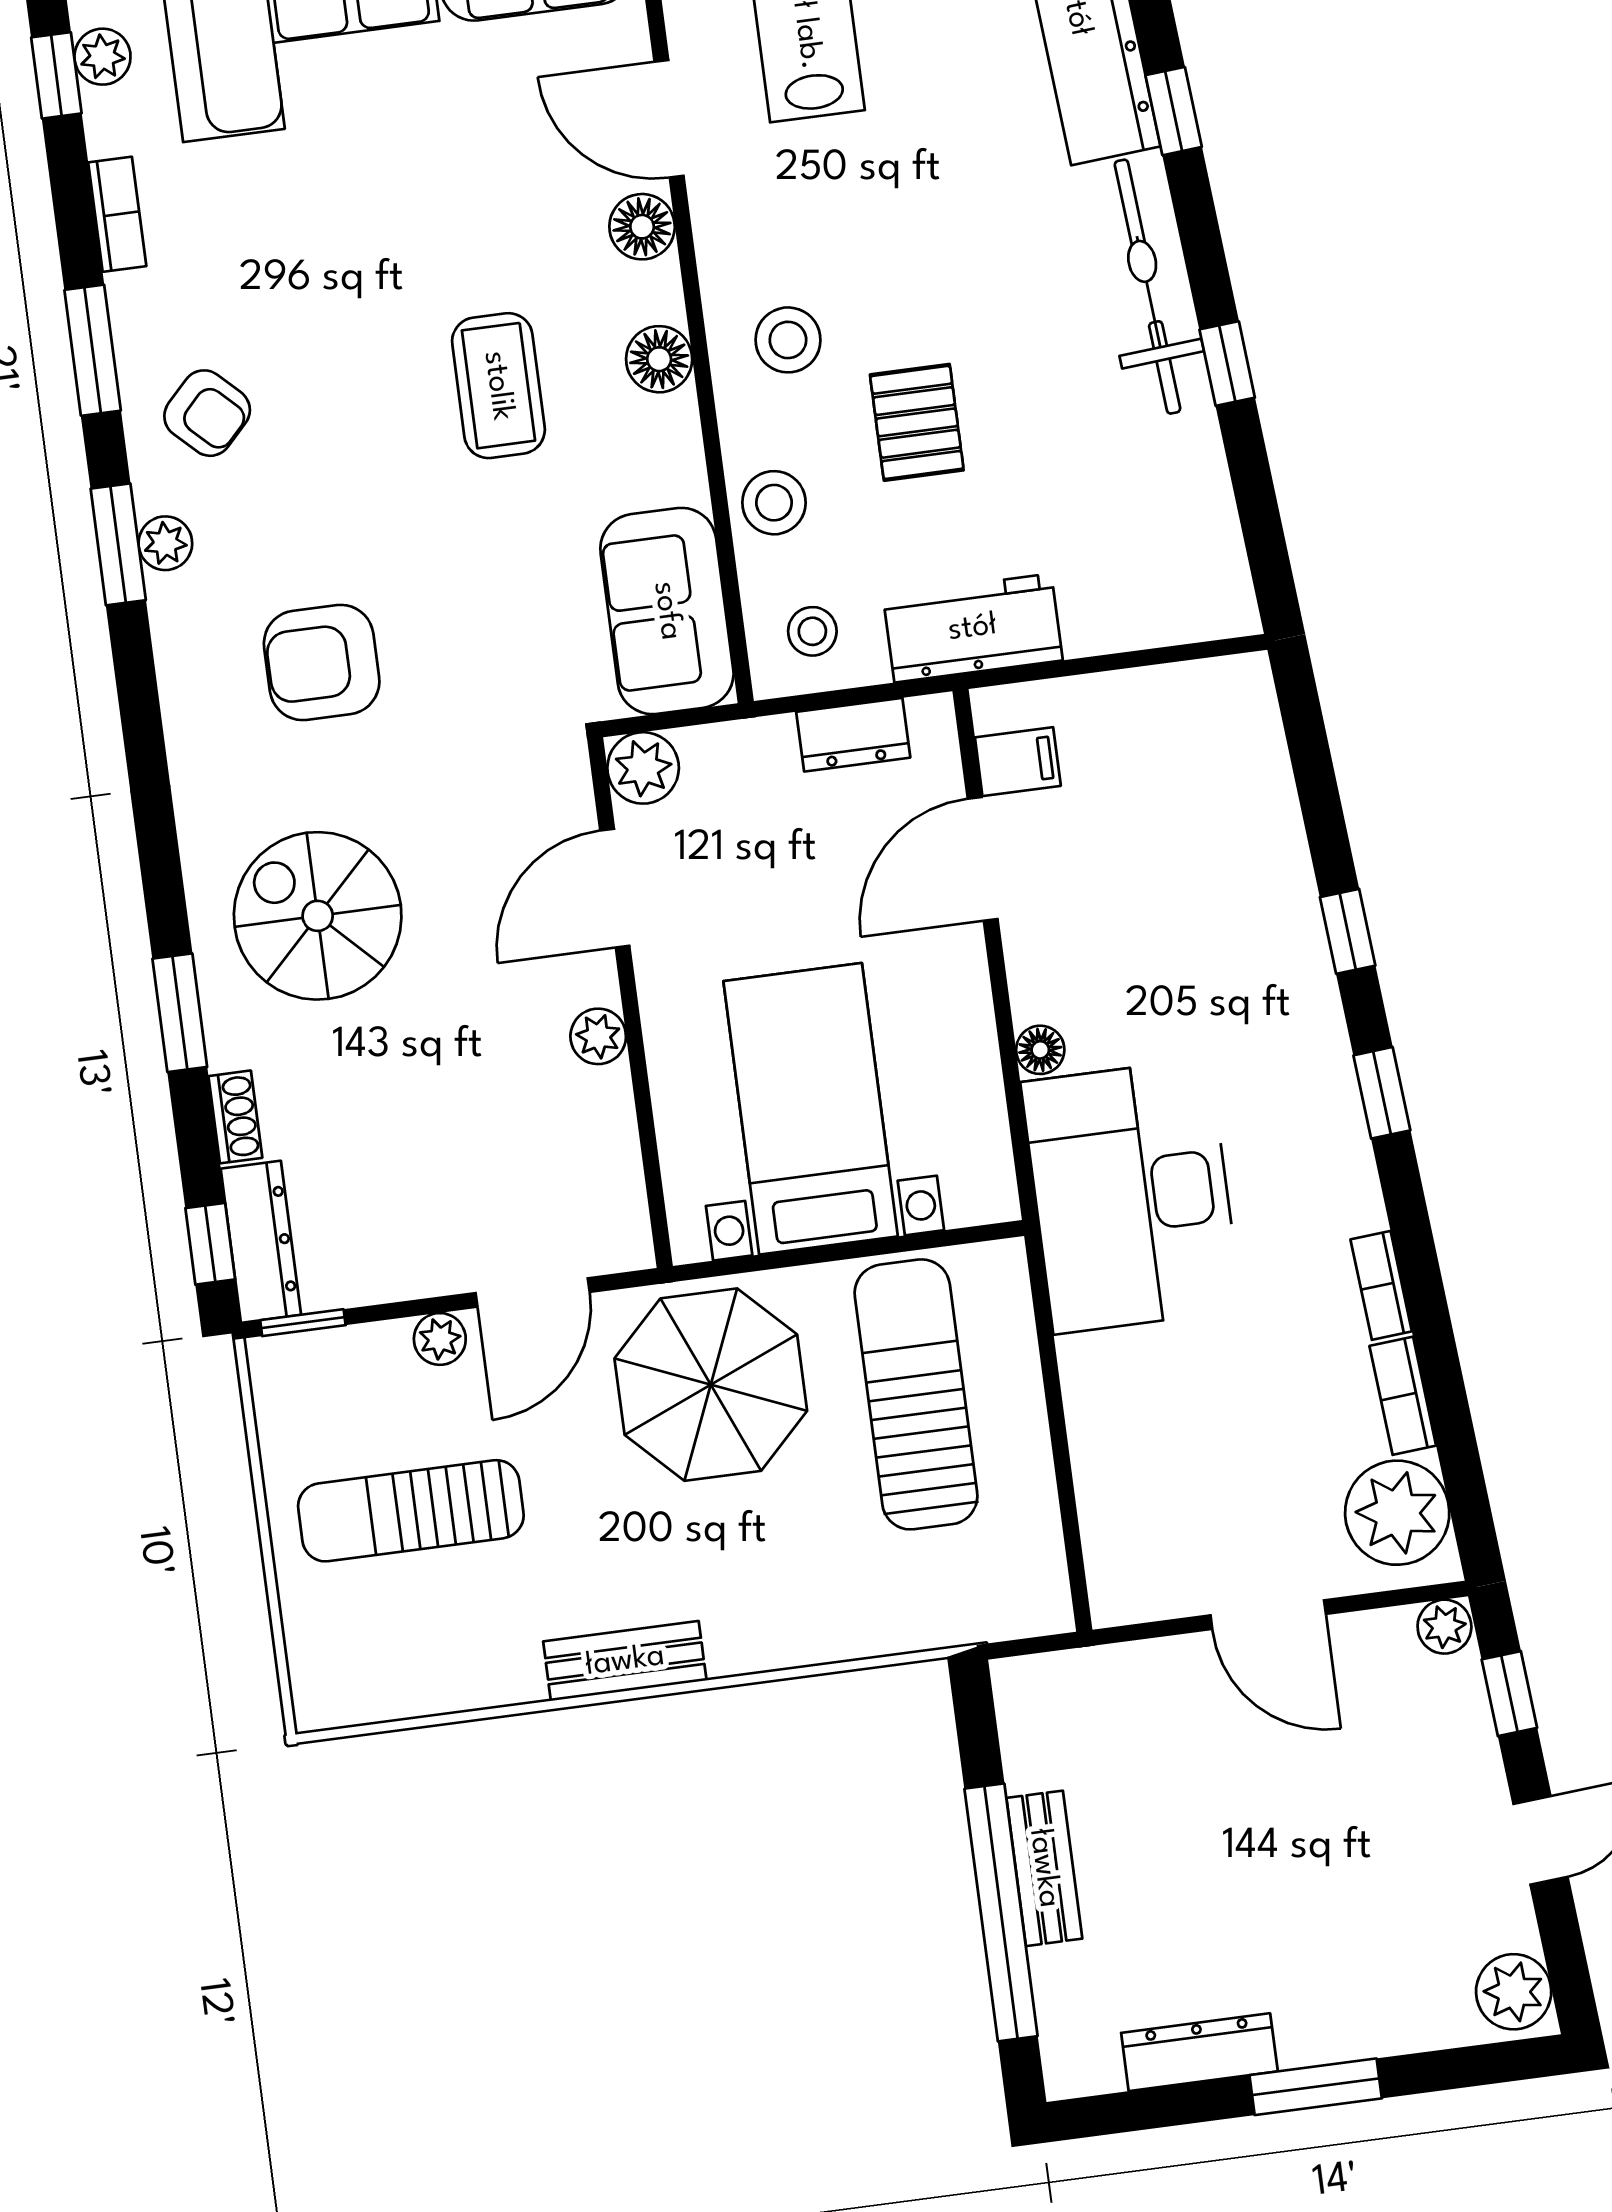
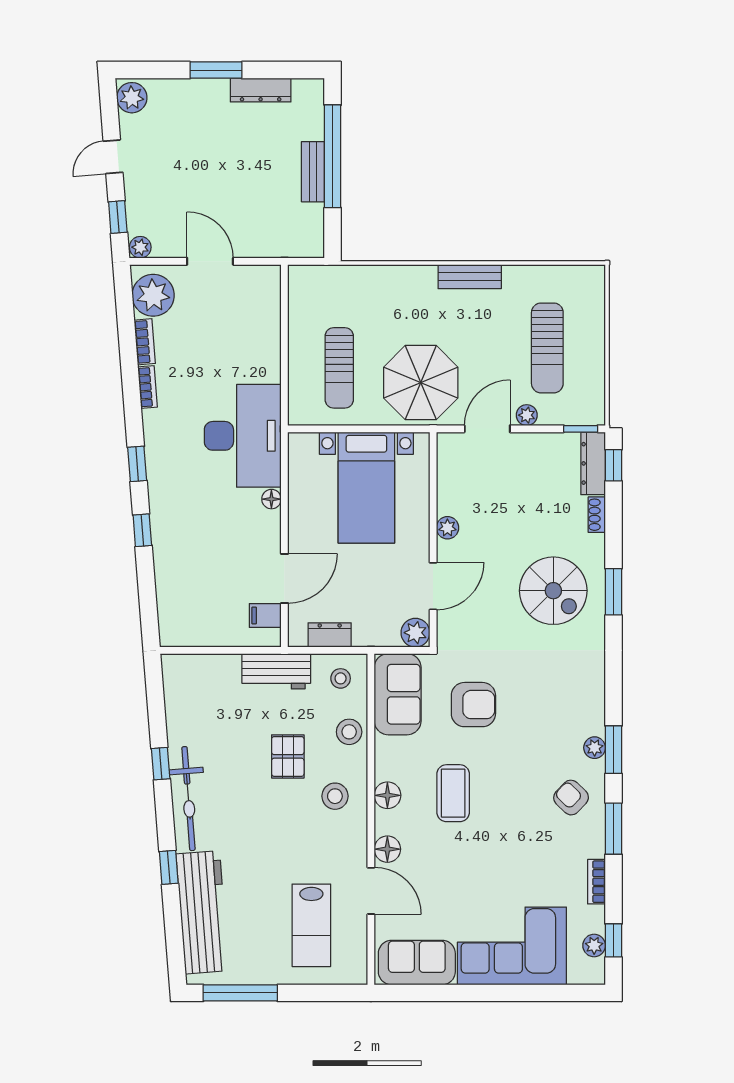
armchair: (322, 662) -> (473, 705), moved
window: (180, 1013) -> (613, 592), moved
sun lounger: (916, 1394) -> (339, 368), width x0.73, depth x0.75
sun lounger: (411, 1511) -> (547, 348), turned 90

